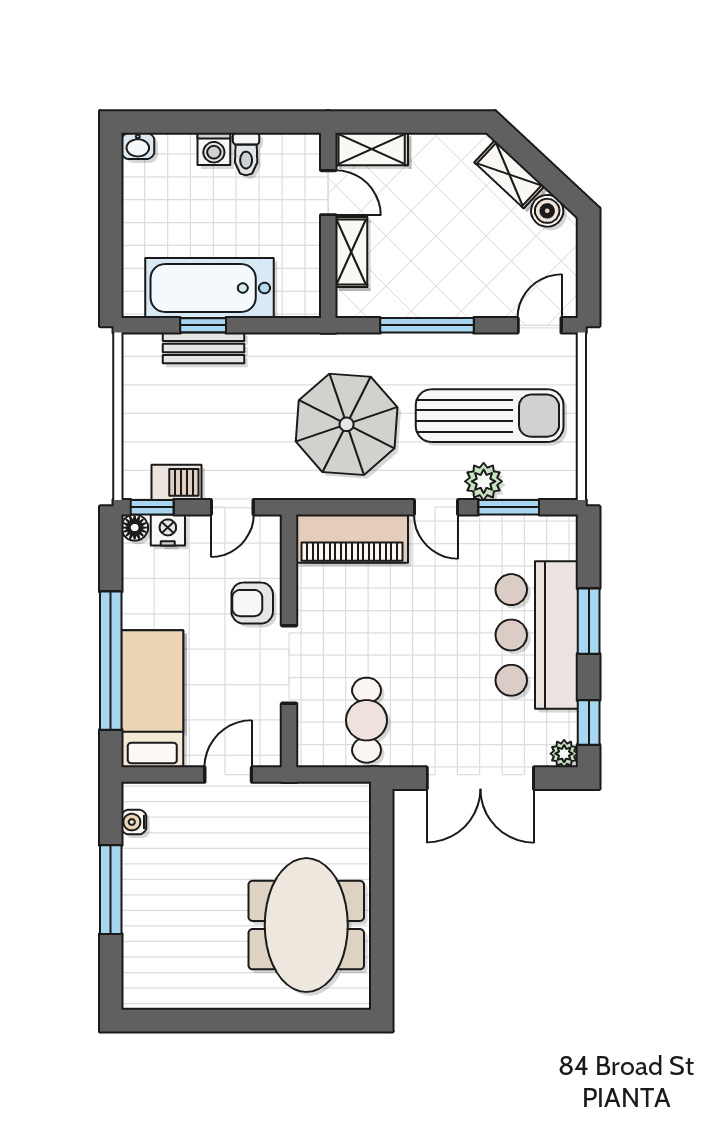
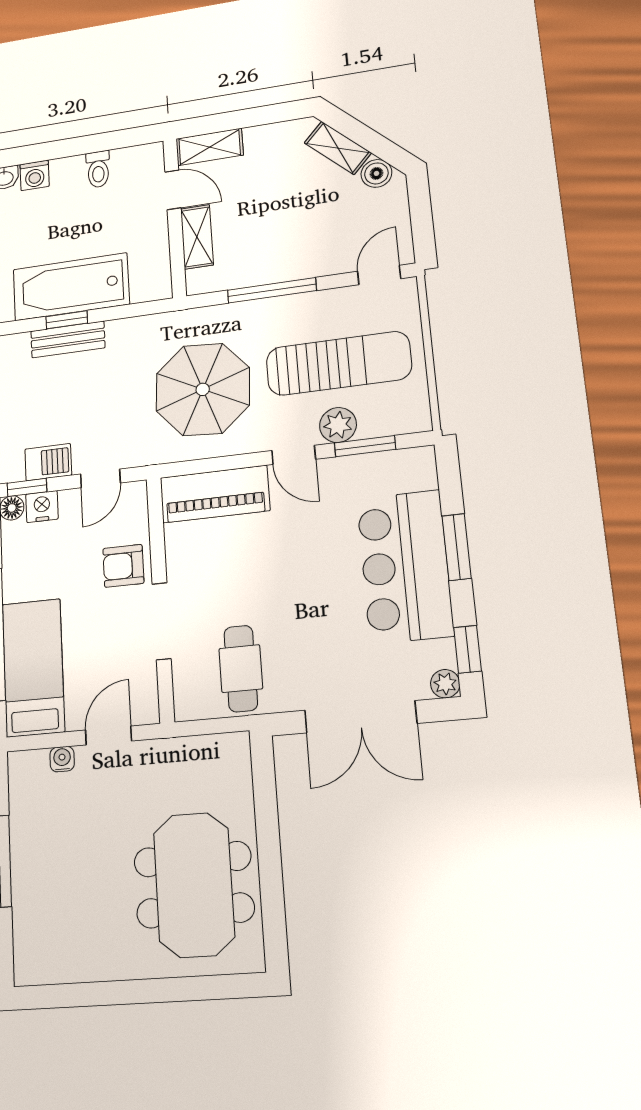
washing machine: (214, 149) -> (35, 175), moved
water cooler: (134, 822) -> (62, 759), moved, turned 90

